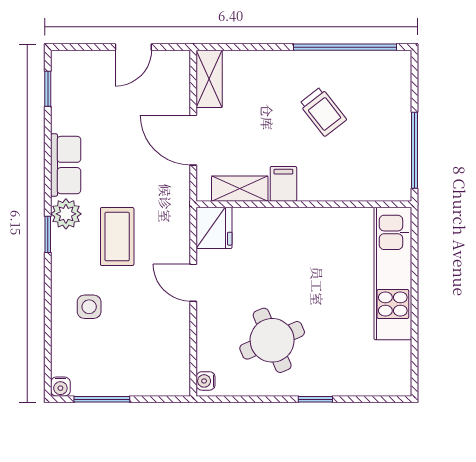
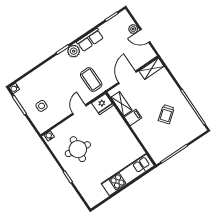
plant: (103, 62) -> (133, 29), added
coffee table: (117, 237) -> (91, 80), moved, turned 90
side table: (89, 307) -> (42, 106), moved
round table: (272, 340) -> (78, 149), turned 32

